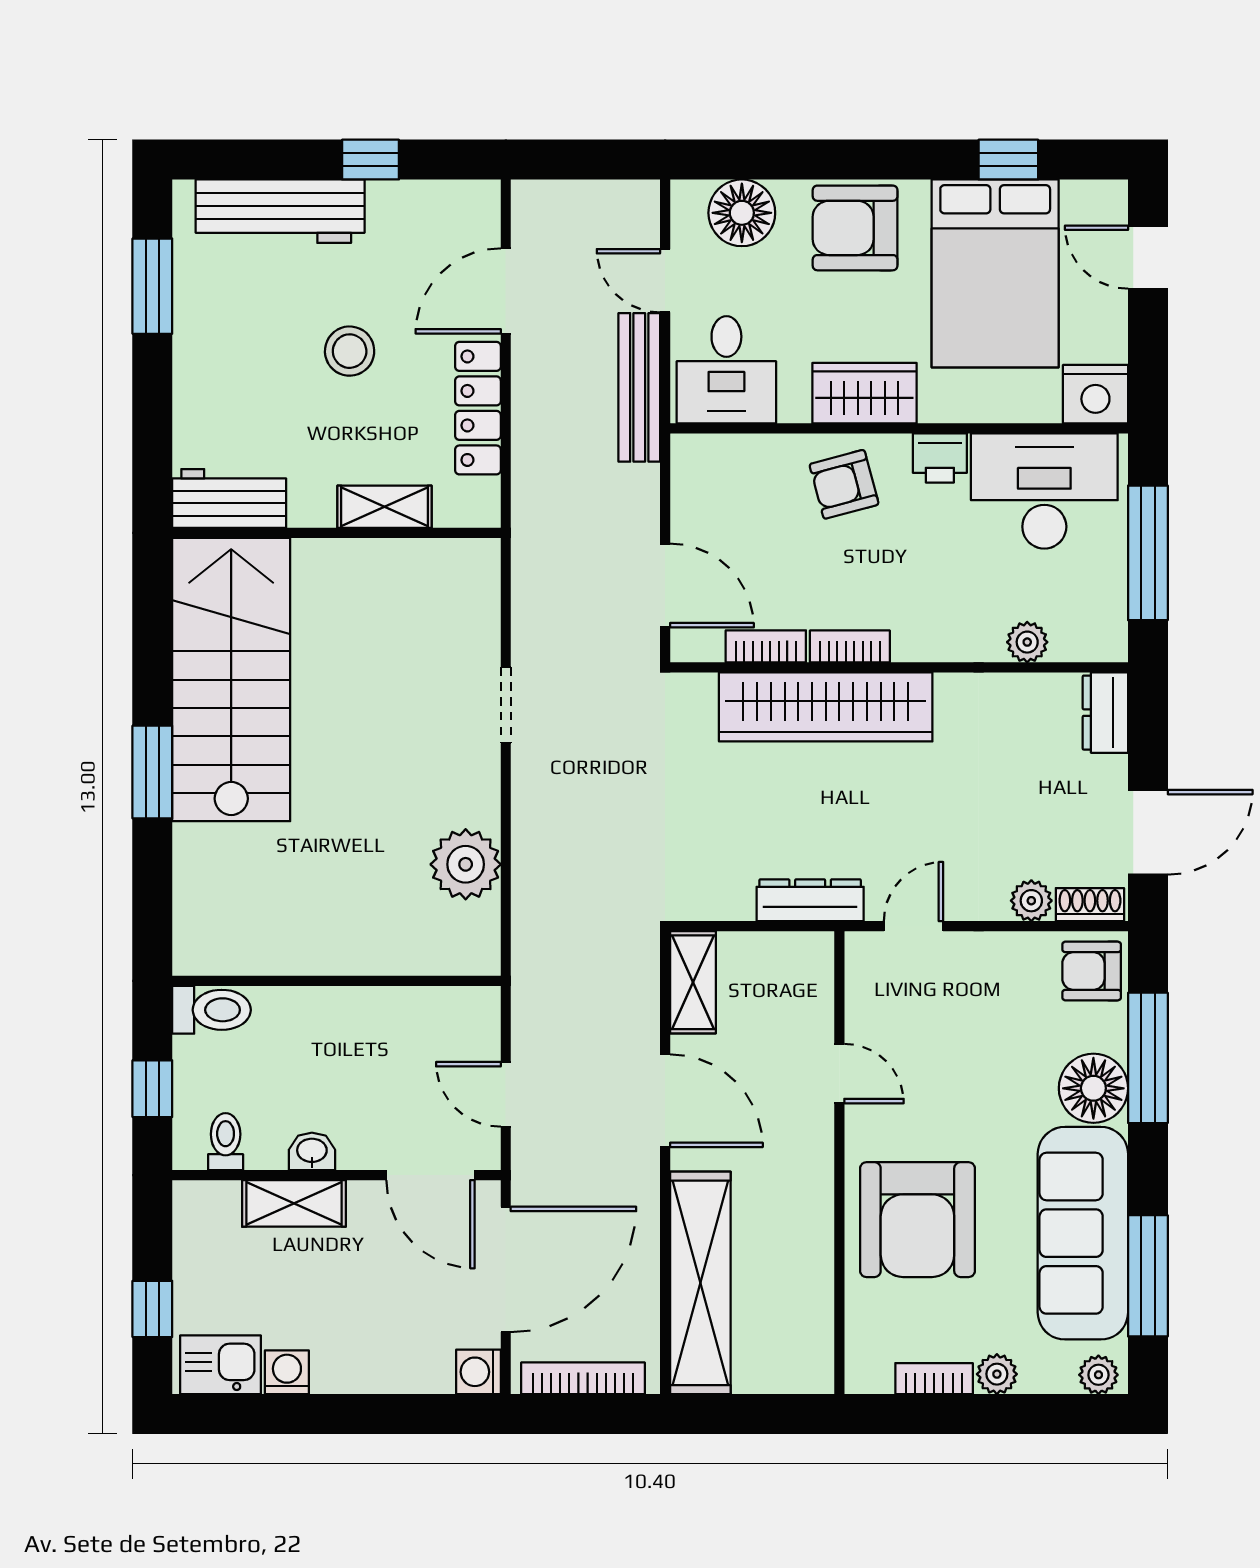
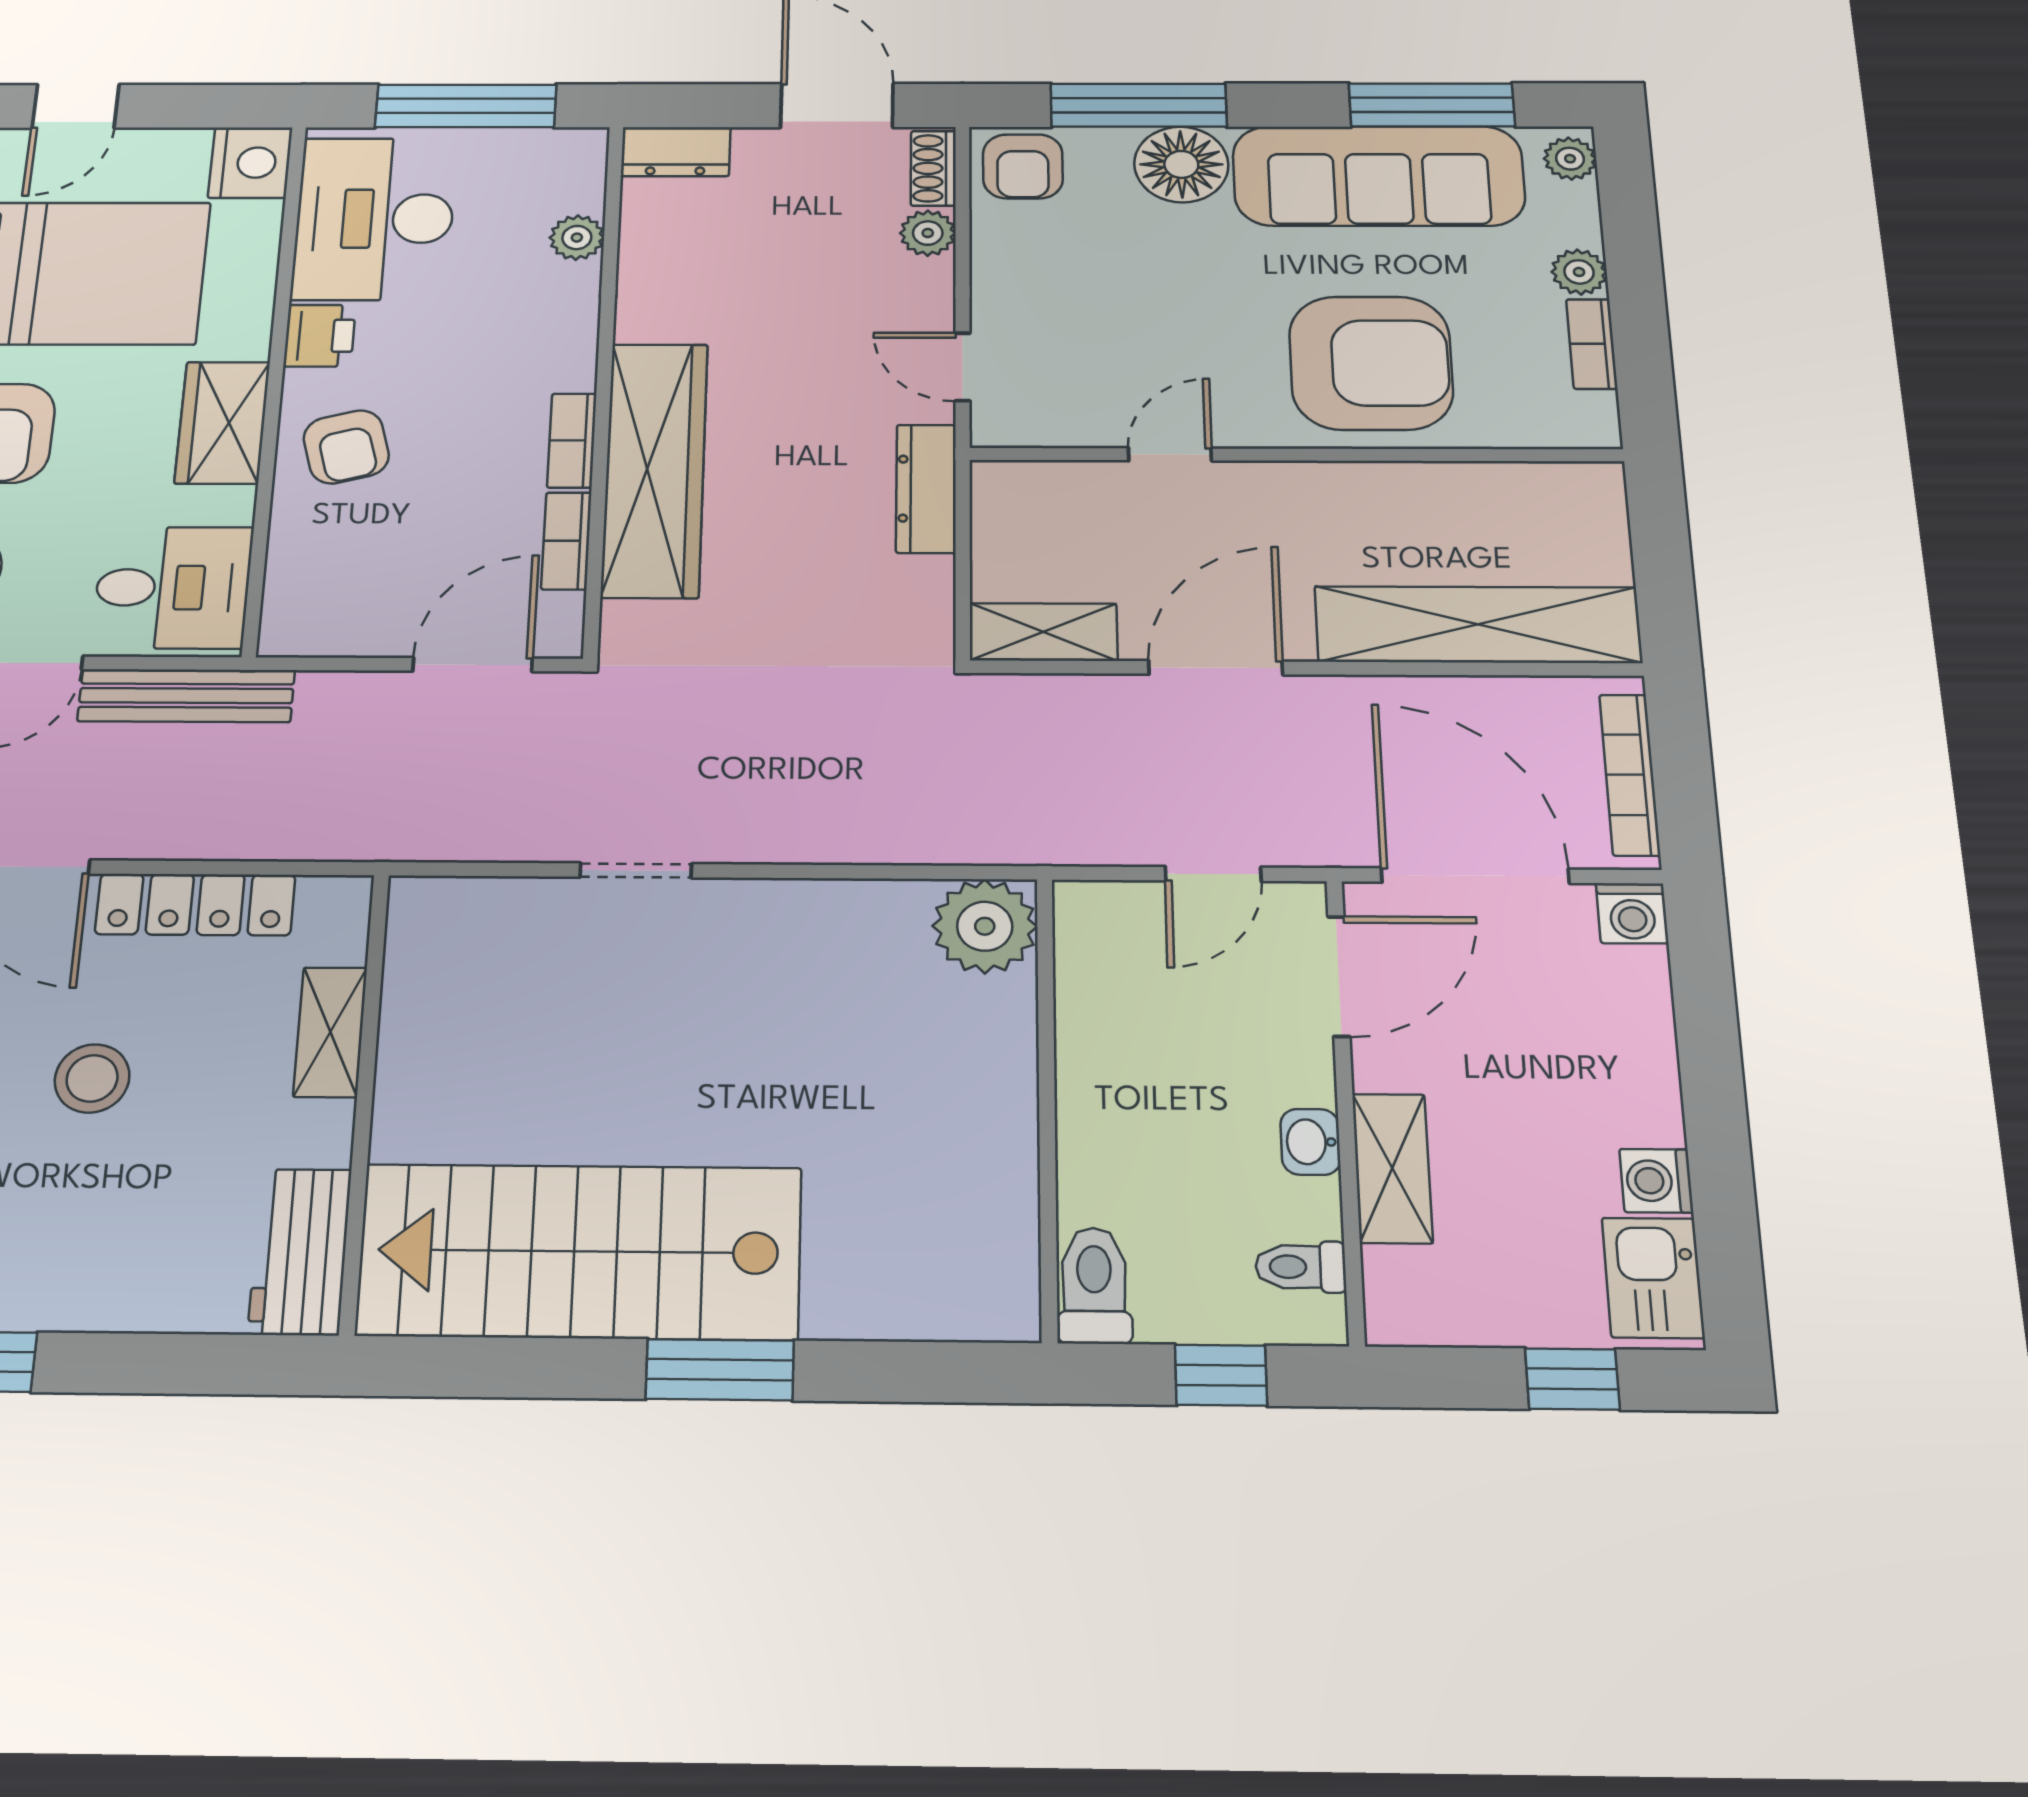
plant: (466, 864) -> (985, 926), moved

